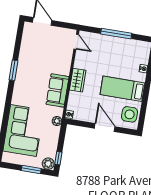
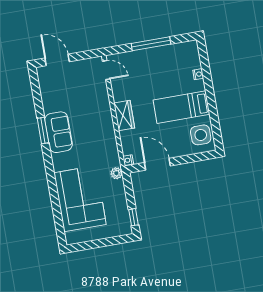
sofa: (58, 90) -> (59, 132), moved, turned 180
door: (105, 127) -> (157, 164), moved
plant: (48, 164) -> (124, 228), removed
window: (31, 170) -> (106, 242), removed

